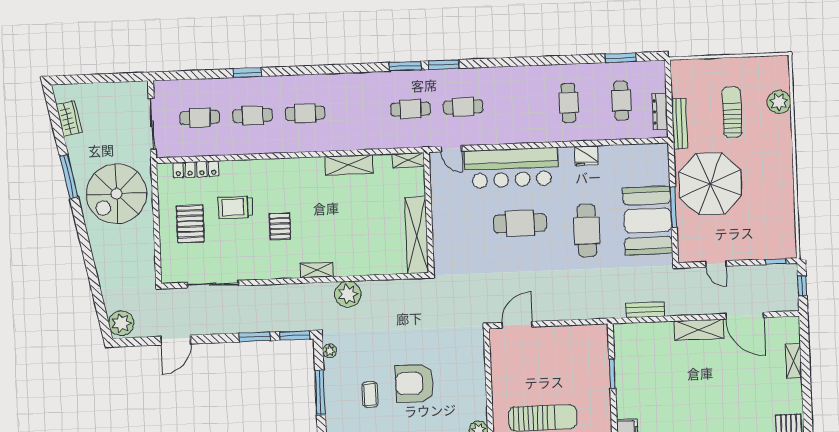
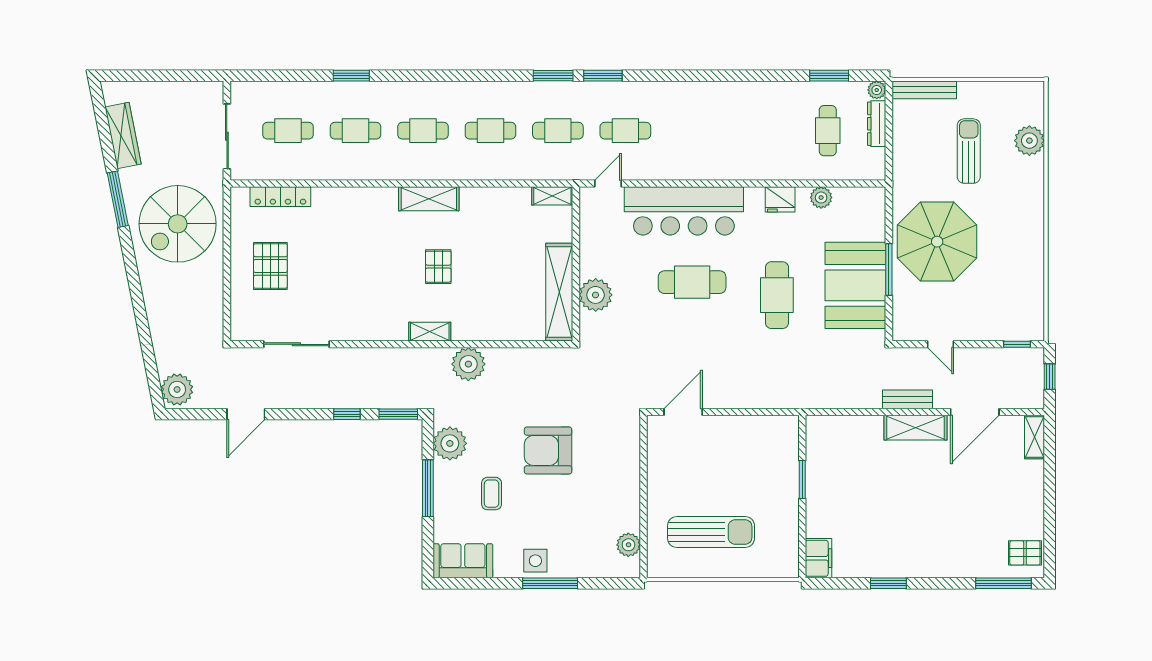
plant: (658, 67) -> (877, 90), added
cafe table: (569, 103) -> (490, 131), moved, turned 90
dresser: (660, 112) -> (877, 124), moved
wardrobe: (69, 119) -> (123, 136), width x1.50
bench: (680, 124) -> (924, 90), moved, turned 90
door: (451, 149) -> (608, 184), swing flipped
plant: (618, 153) -> (821, 198), added
shelving: (349, 165) -> (429, 199), moved
trolley: (235, 207) -> (329, 247), removed
pallet: (280, 226) -> (438, 267), moved
plant: (445, 236) -> (596, 295), added
bench: (645, 310) -> (908, 399), moved
door: (745, 316) -> (975, 412), hinge flipped
window: (255, 337) -> (347, 414), width x0.67
plant: (330, 351) -> (450, 443), width x1.88, depth x1.88
shelving: (793, 361) -> (1034, 437), moved
armchair: (414, 383) -> (548, 450), moved

